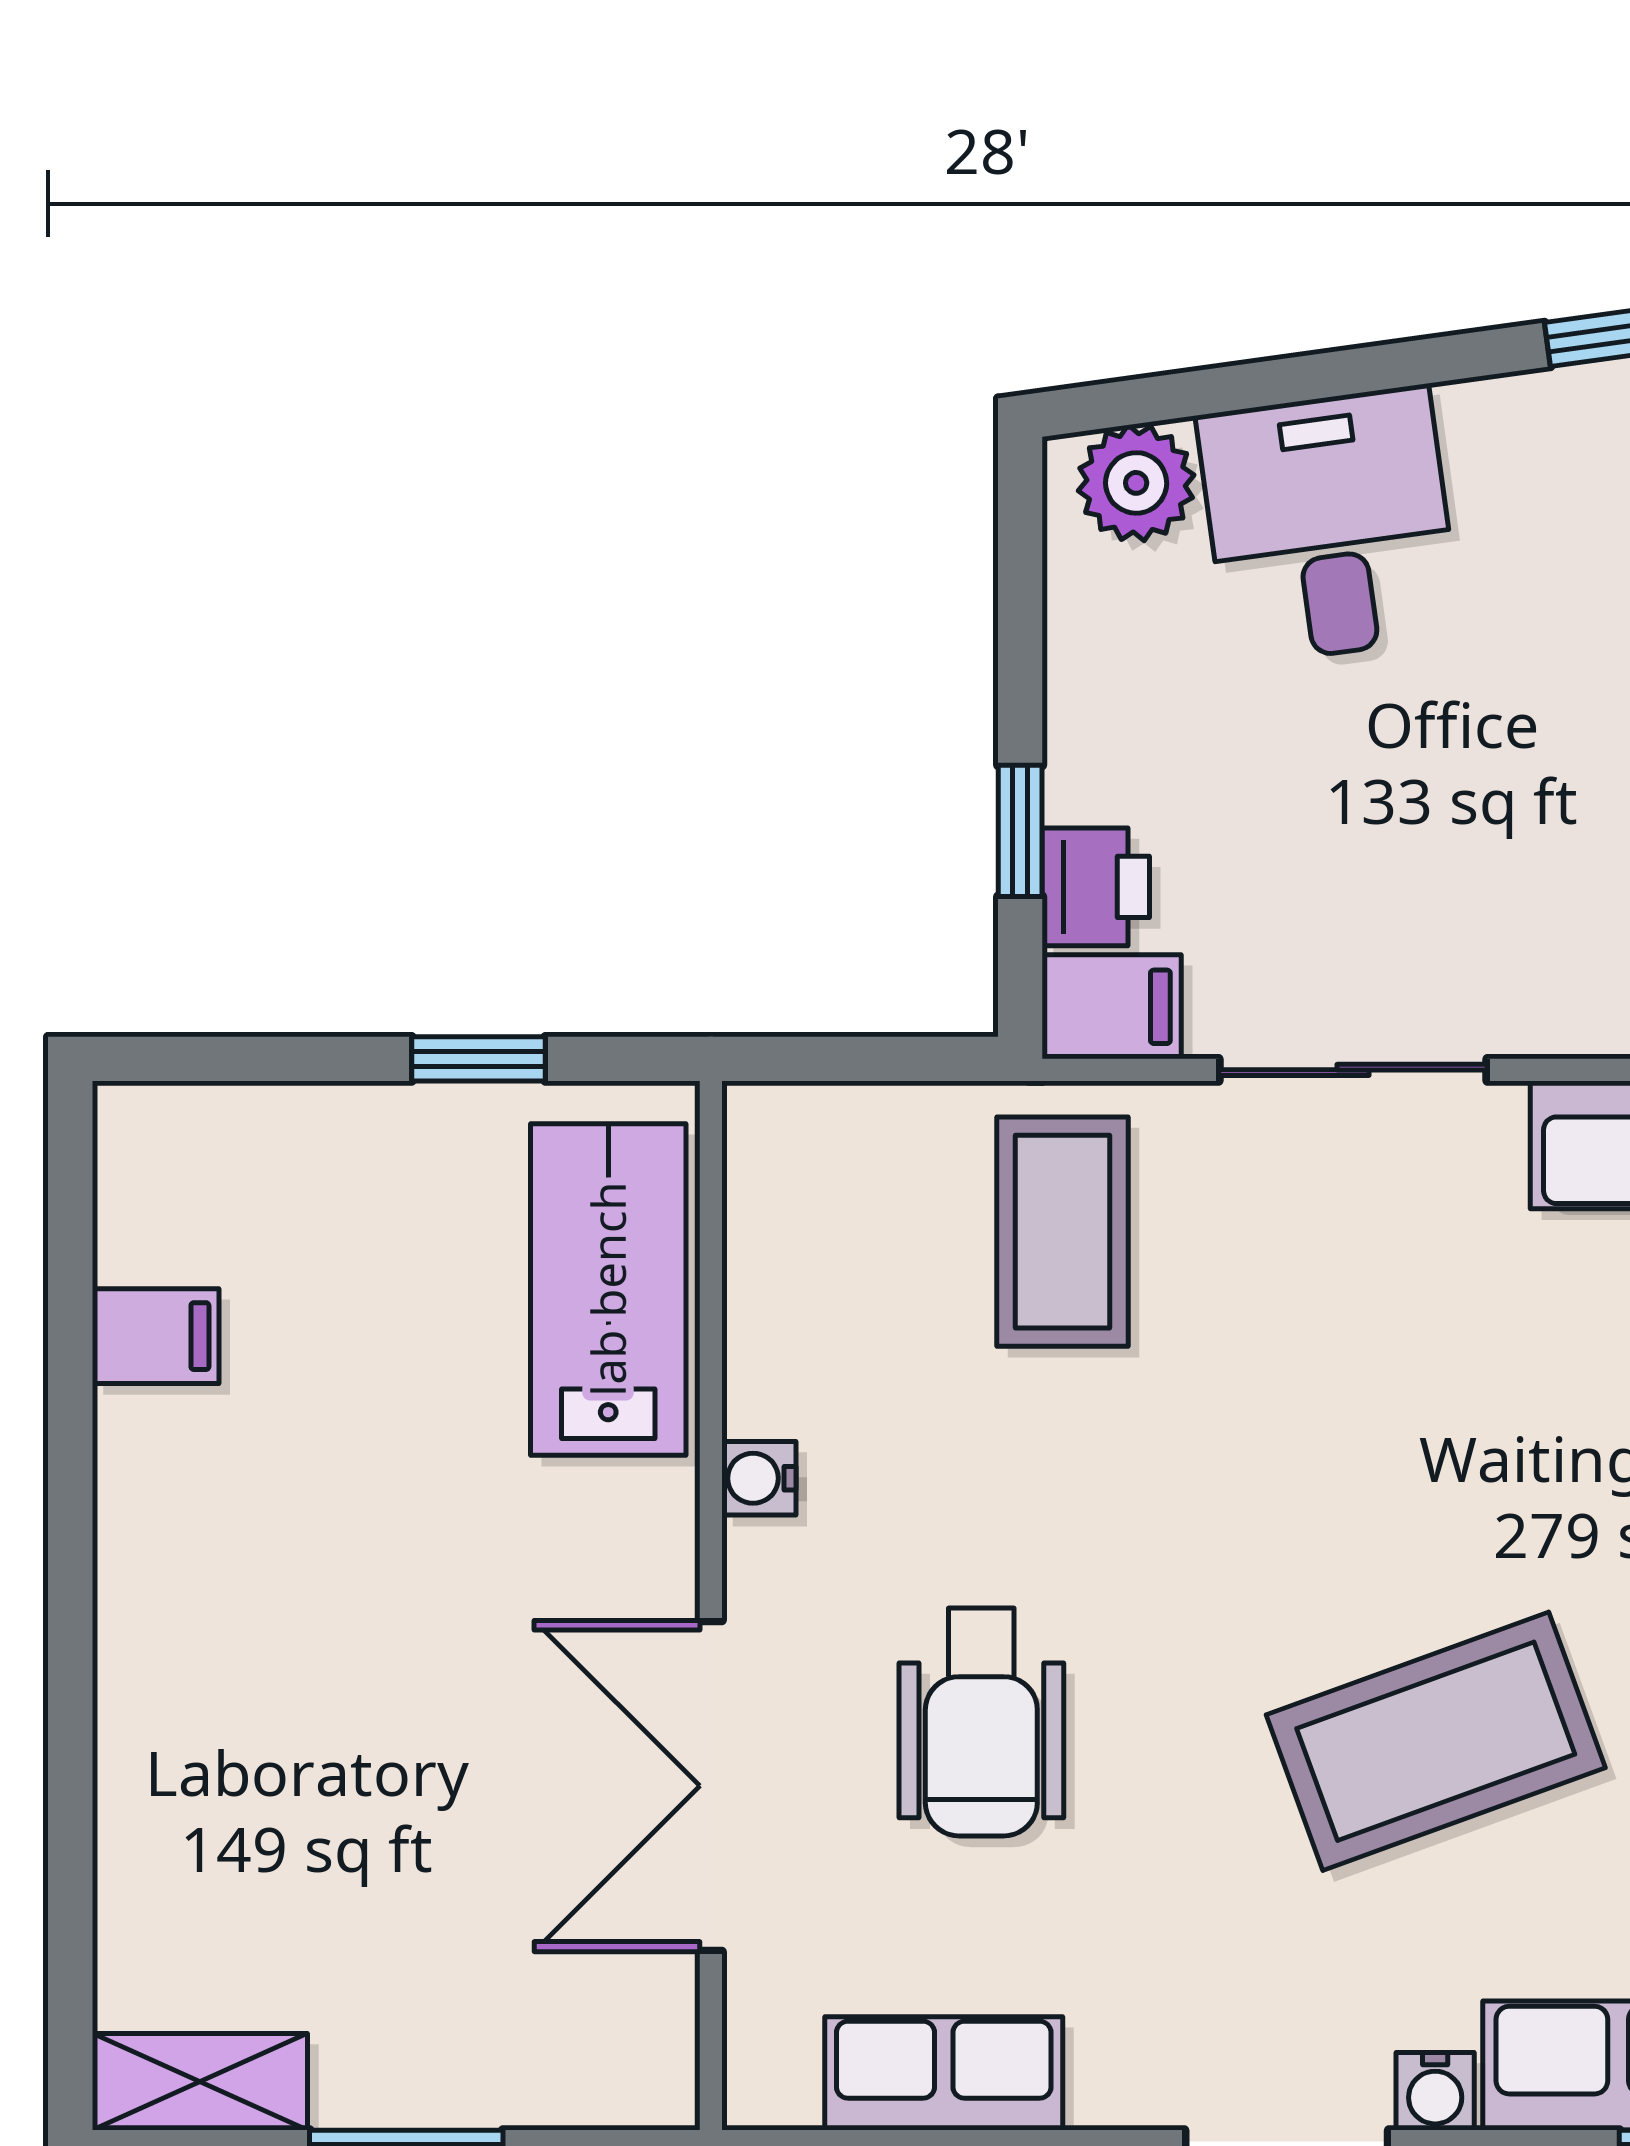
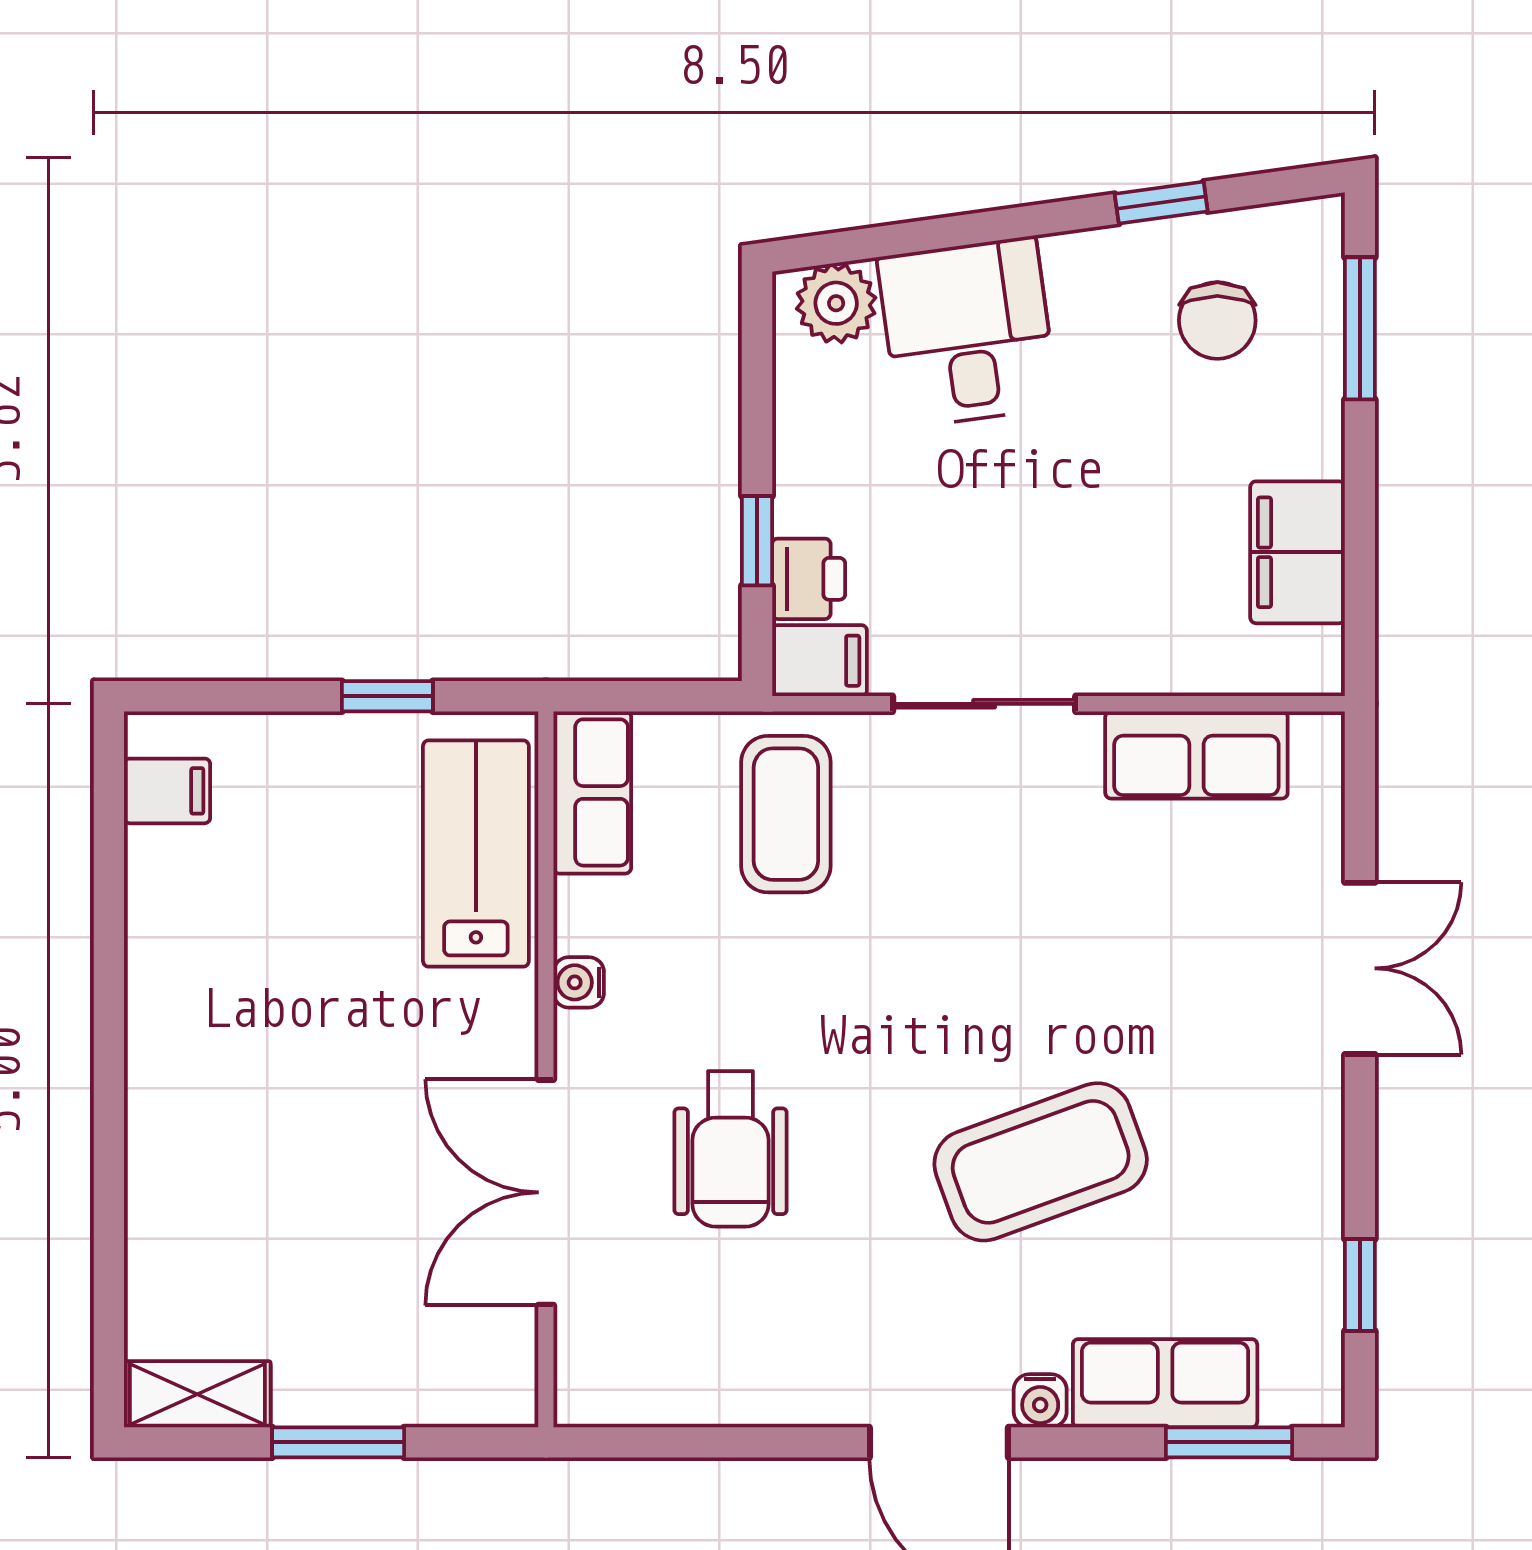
filing cabinet: (156, 1336) -> (167, 791), moved
row of seats: (944, 2073) -> (592, 792), moved, turned 90

